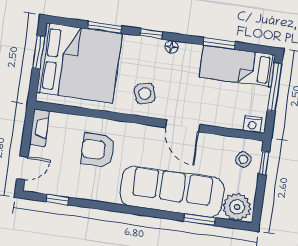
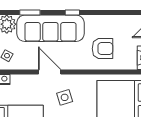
side table: (145, 94) -> (65, 97), moved
window: (57, 200) -> (72, 13), moved

